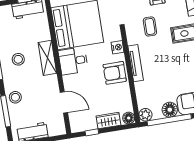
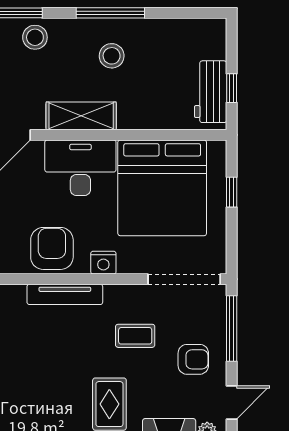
shelving: (47, 58) -> (81, 116), moved
desk: (73, 61) -> (80, 168), width x1.37

